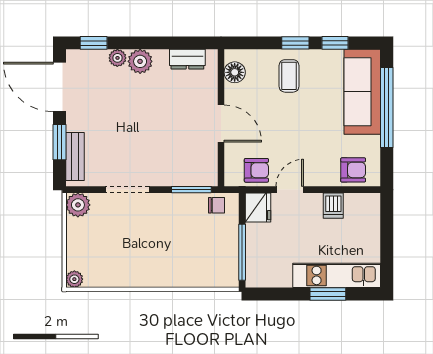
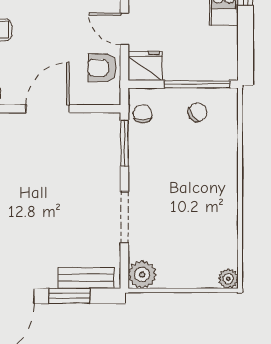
armchair: (256, 170) -> (102, 68), turned -90
chair: (218, 253) -> (197, 112), added

